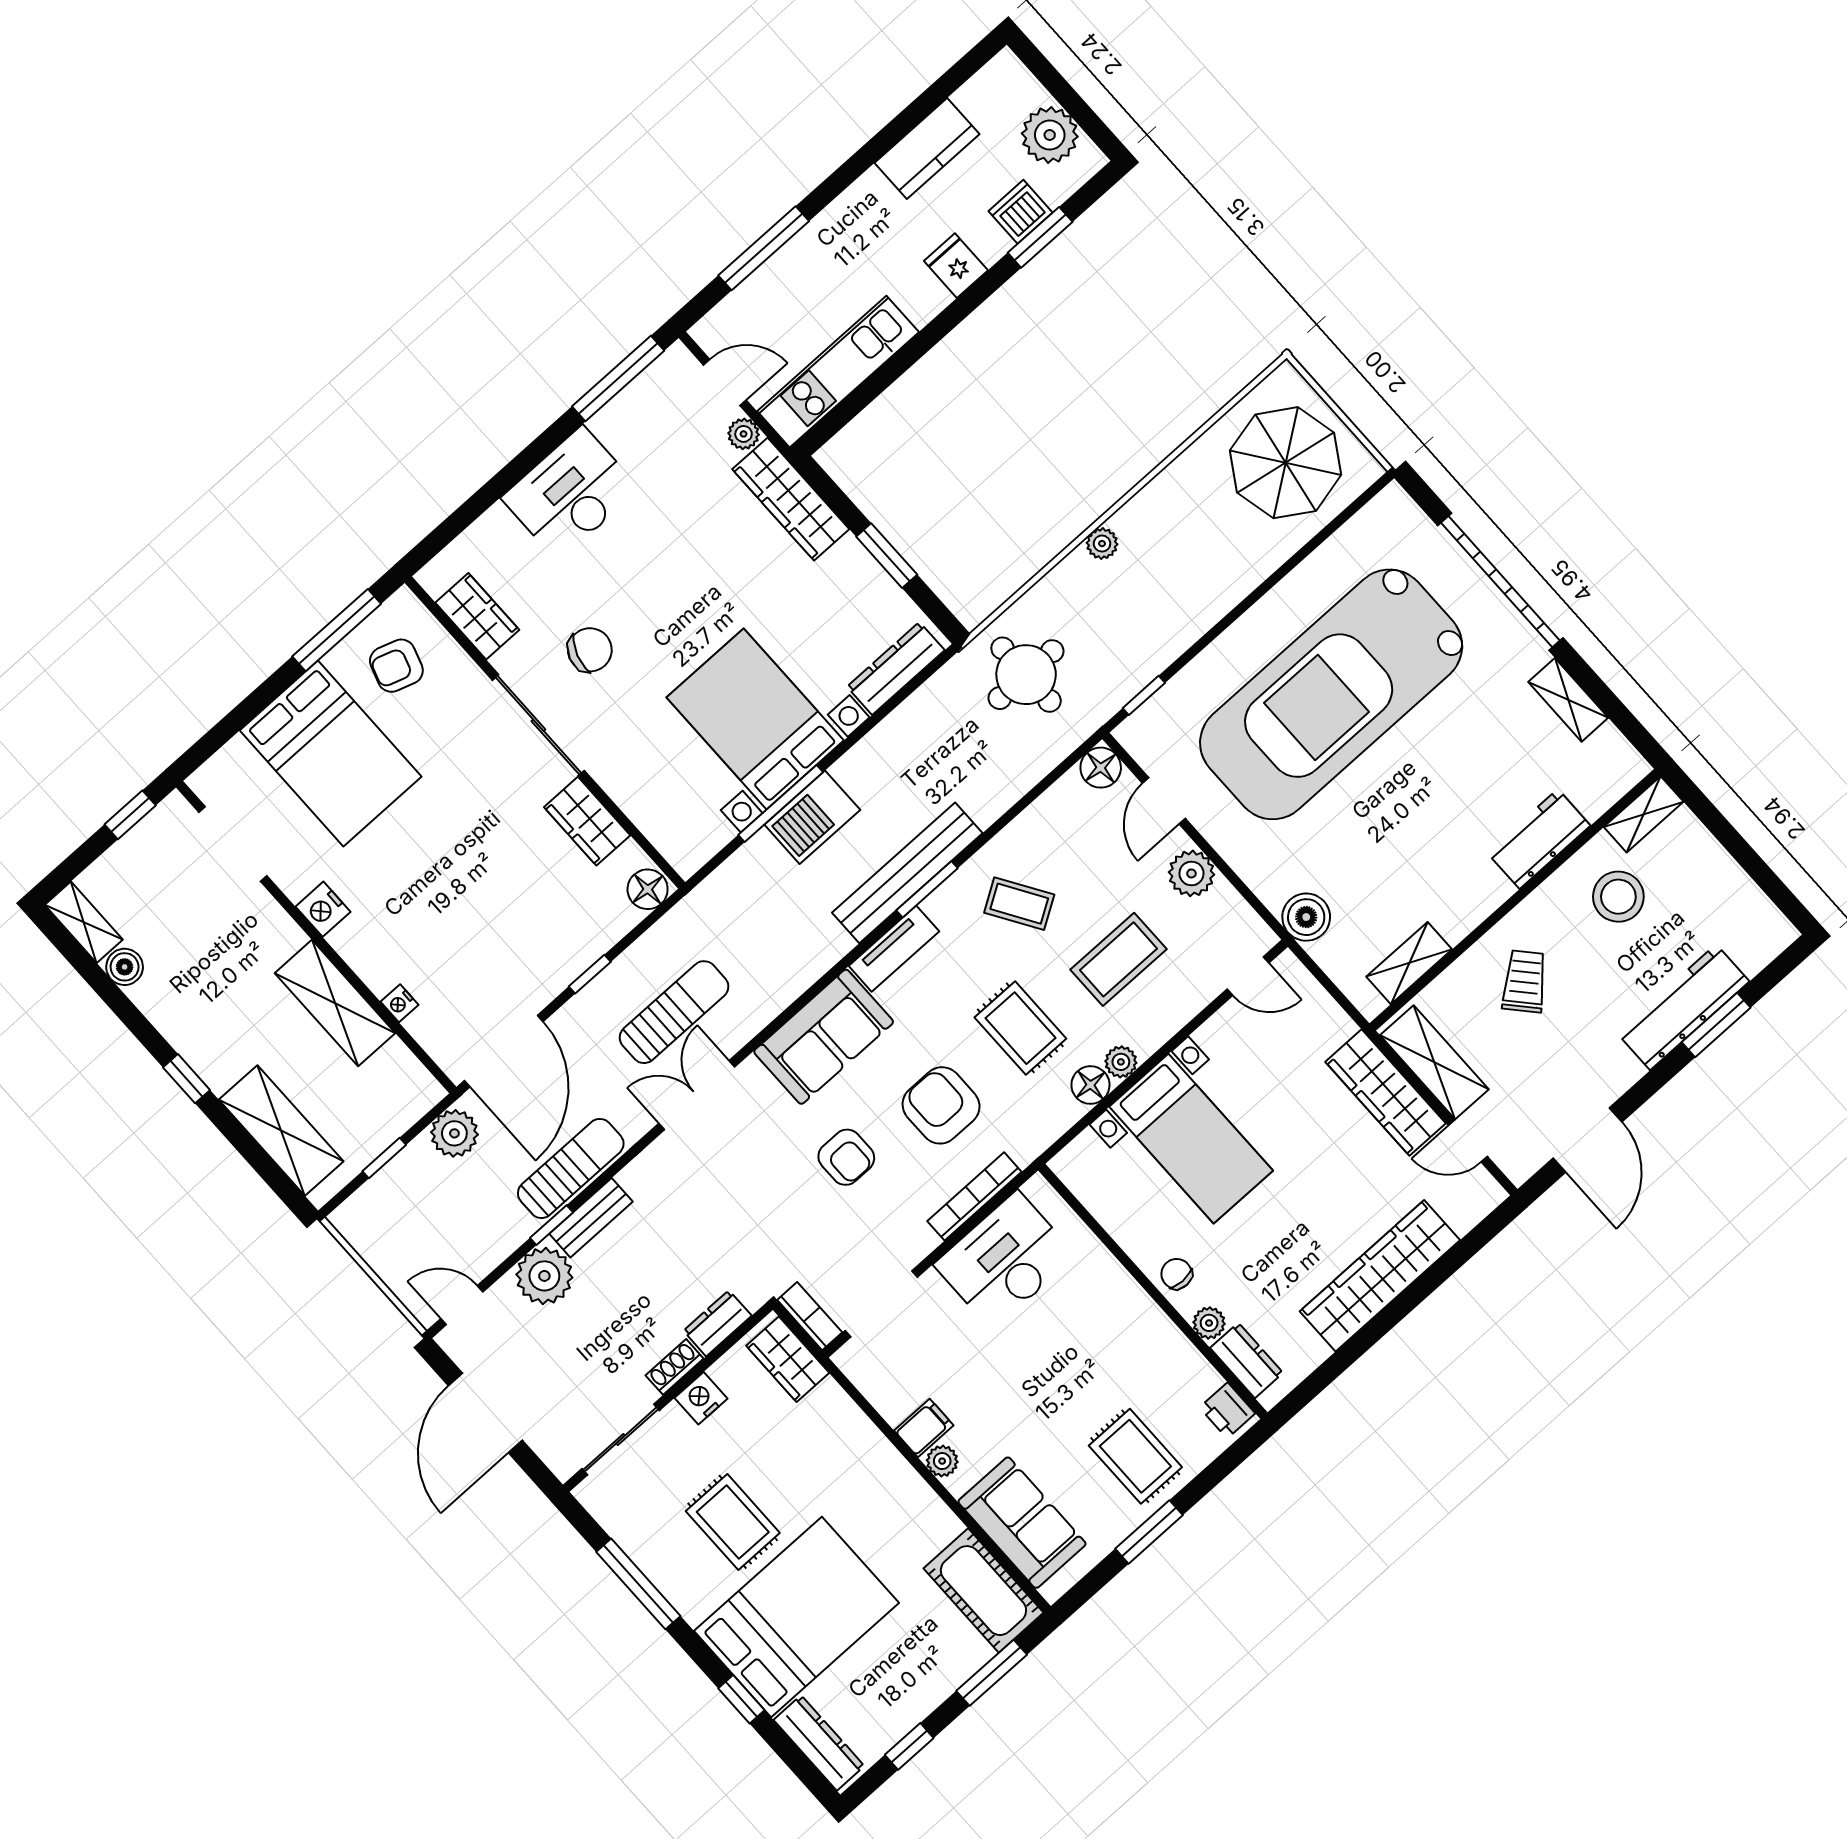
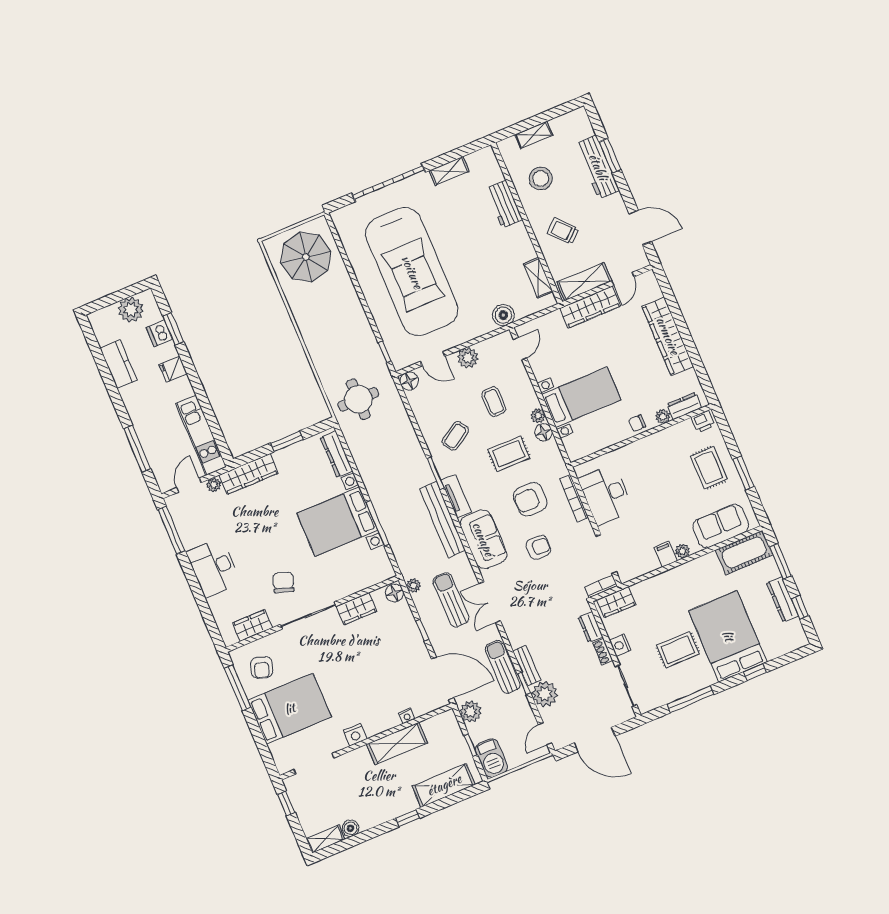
plant: (1102, 544) -> (413, 585), moved
shelving: (1644, 814) -> (534, 135), moved, turned 90
barbecue: (812, 817) -> (491, 758), moved
bench: (907, 873) -> (443, 519), moved
coffee table: (1119, 959) -> (494, 402), width x0.73, depth x0.77
rug: (1135, 1456) -> (709, 468), turned 90
dresser: (819, 1743) -> (782, 599), moved, turned -90

